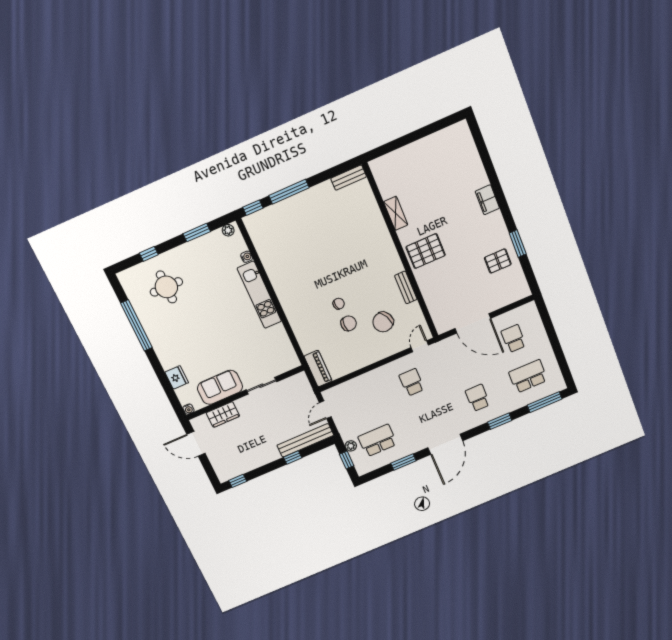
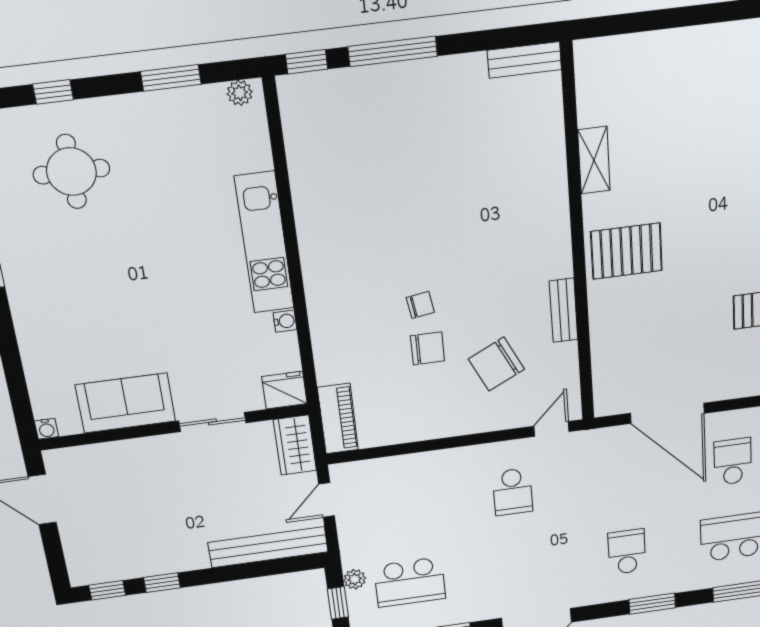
water cooler: (247, 257) -> (285, 321), moved
fridge: (177, 377) -> (284, 390), moved, turned -90
school desk: (412, 382) -> (513, 492), turned 180
wardrobe: (223, 415) -> (295, 445), moved, turned 90
school desk: (377, 441) -> (410, 582), turned 180
window: (293, 457) -> (162, 583), moved

